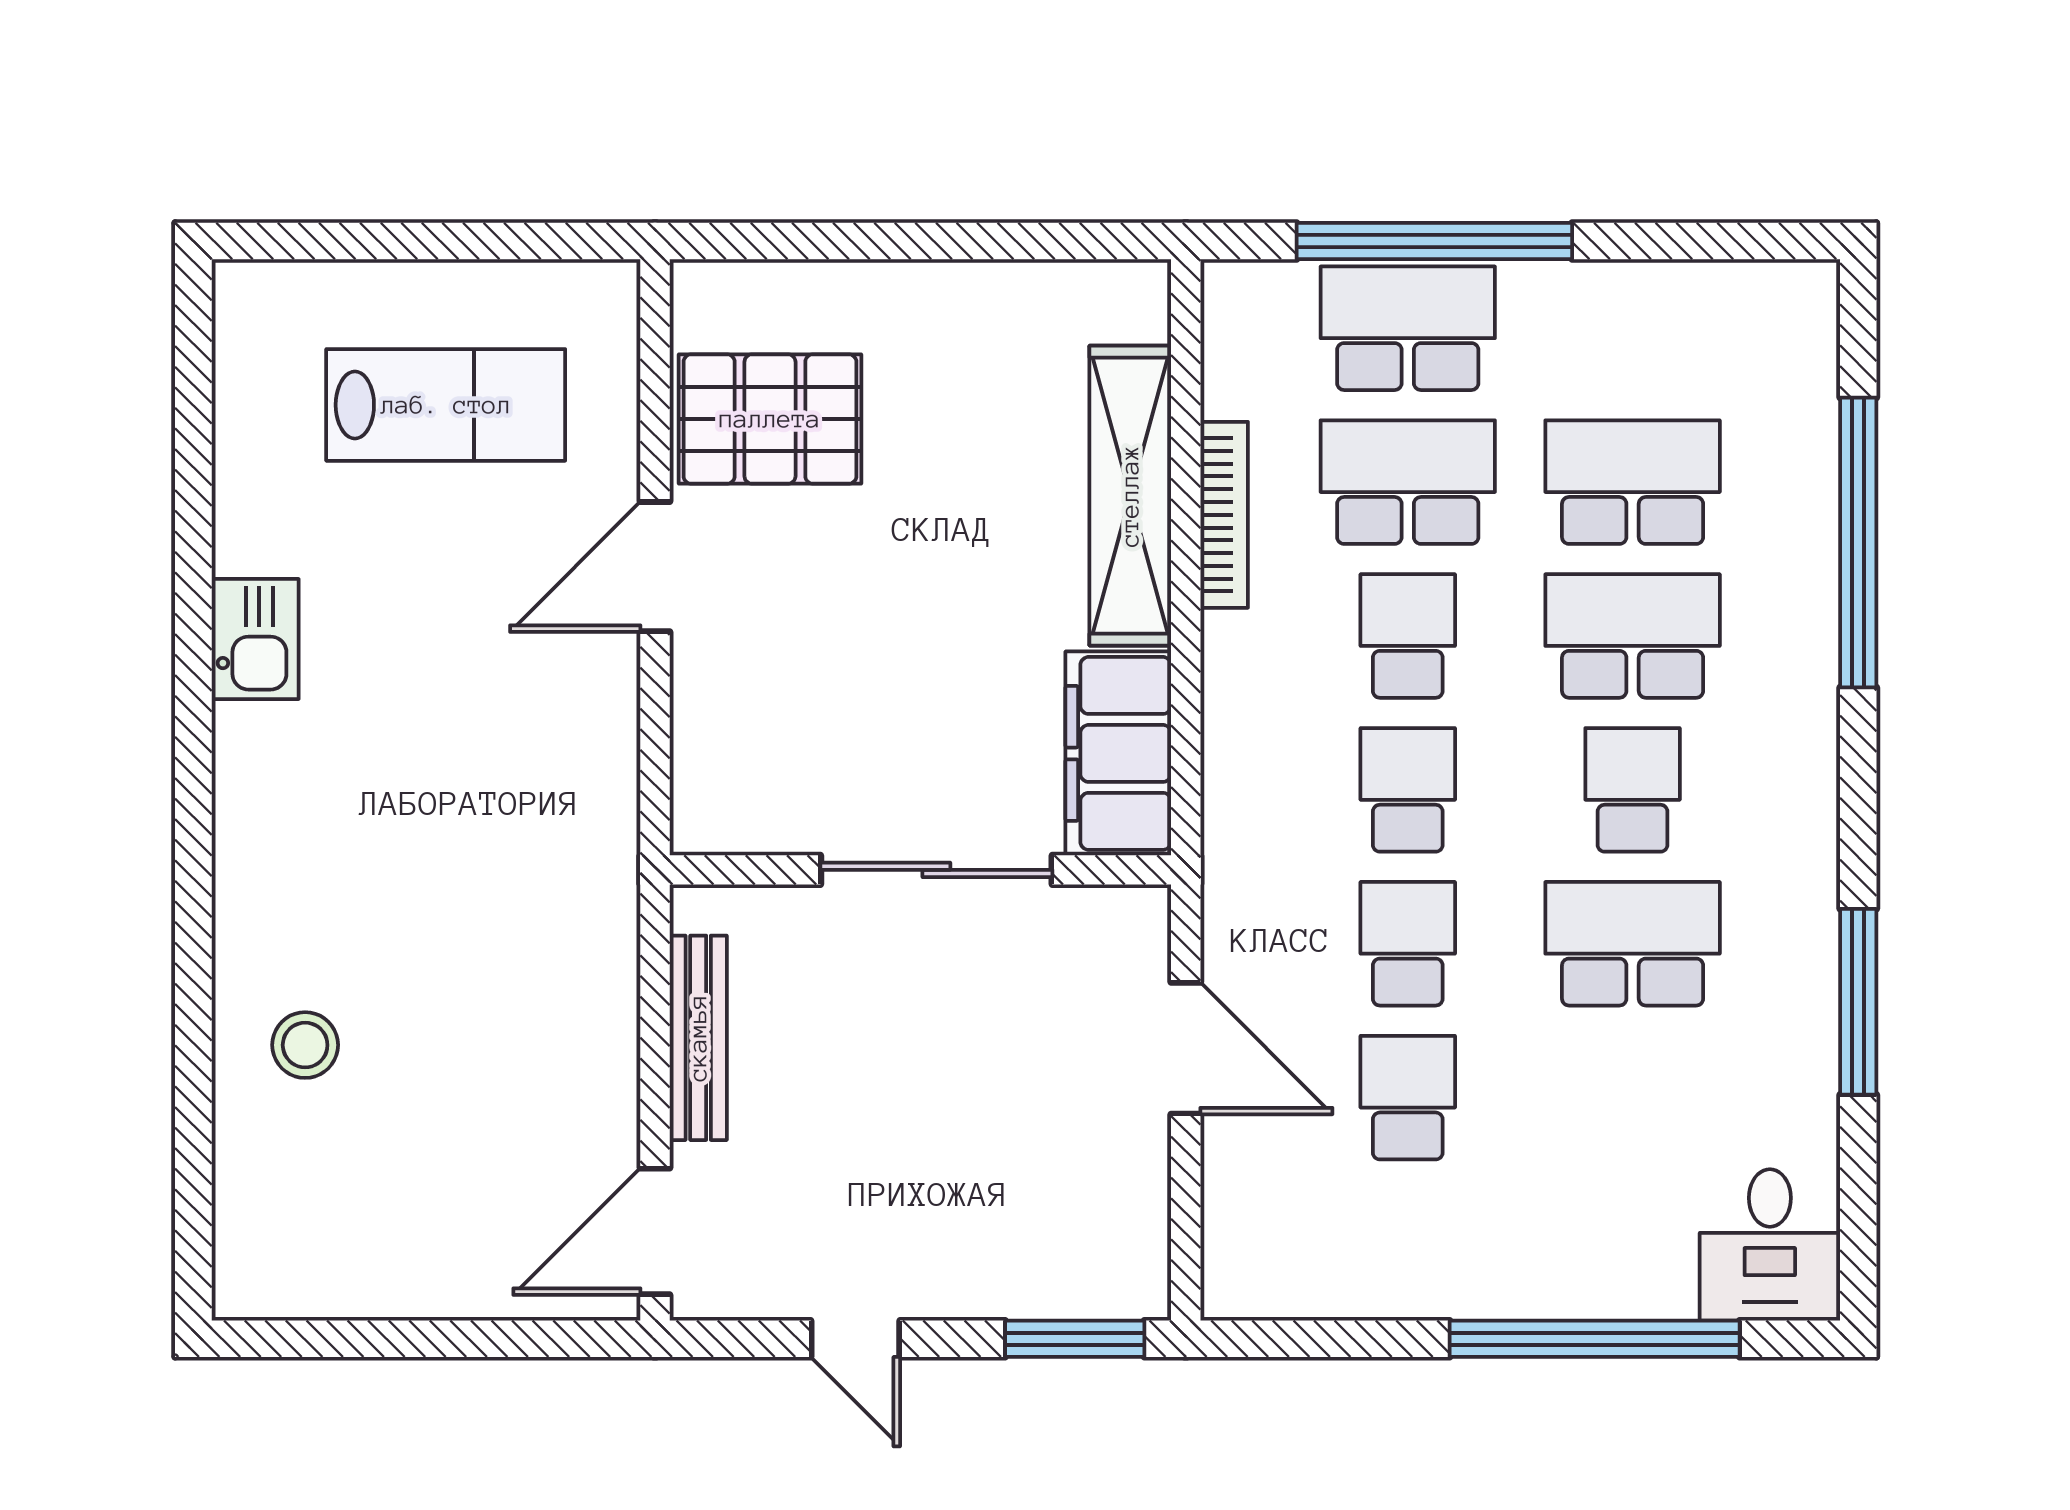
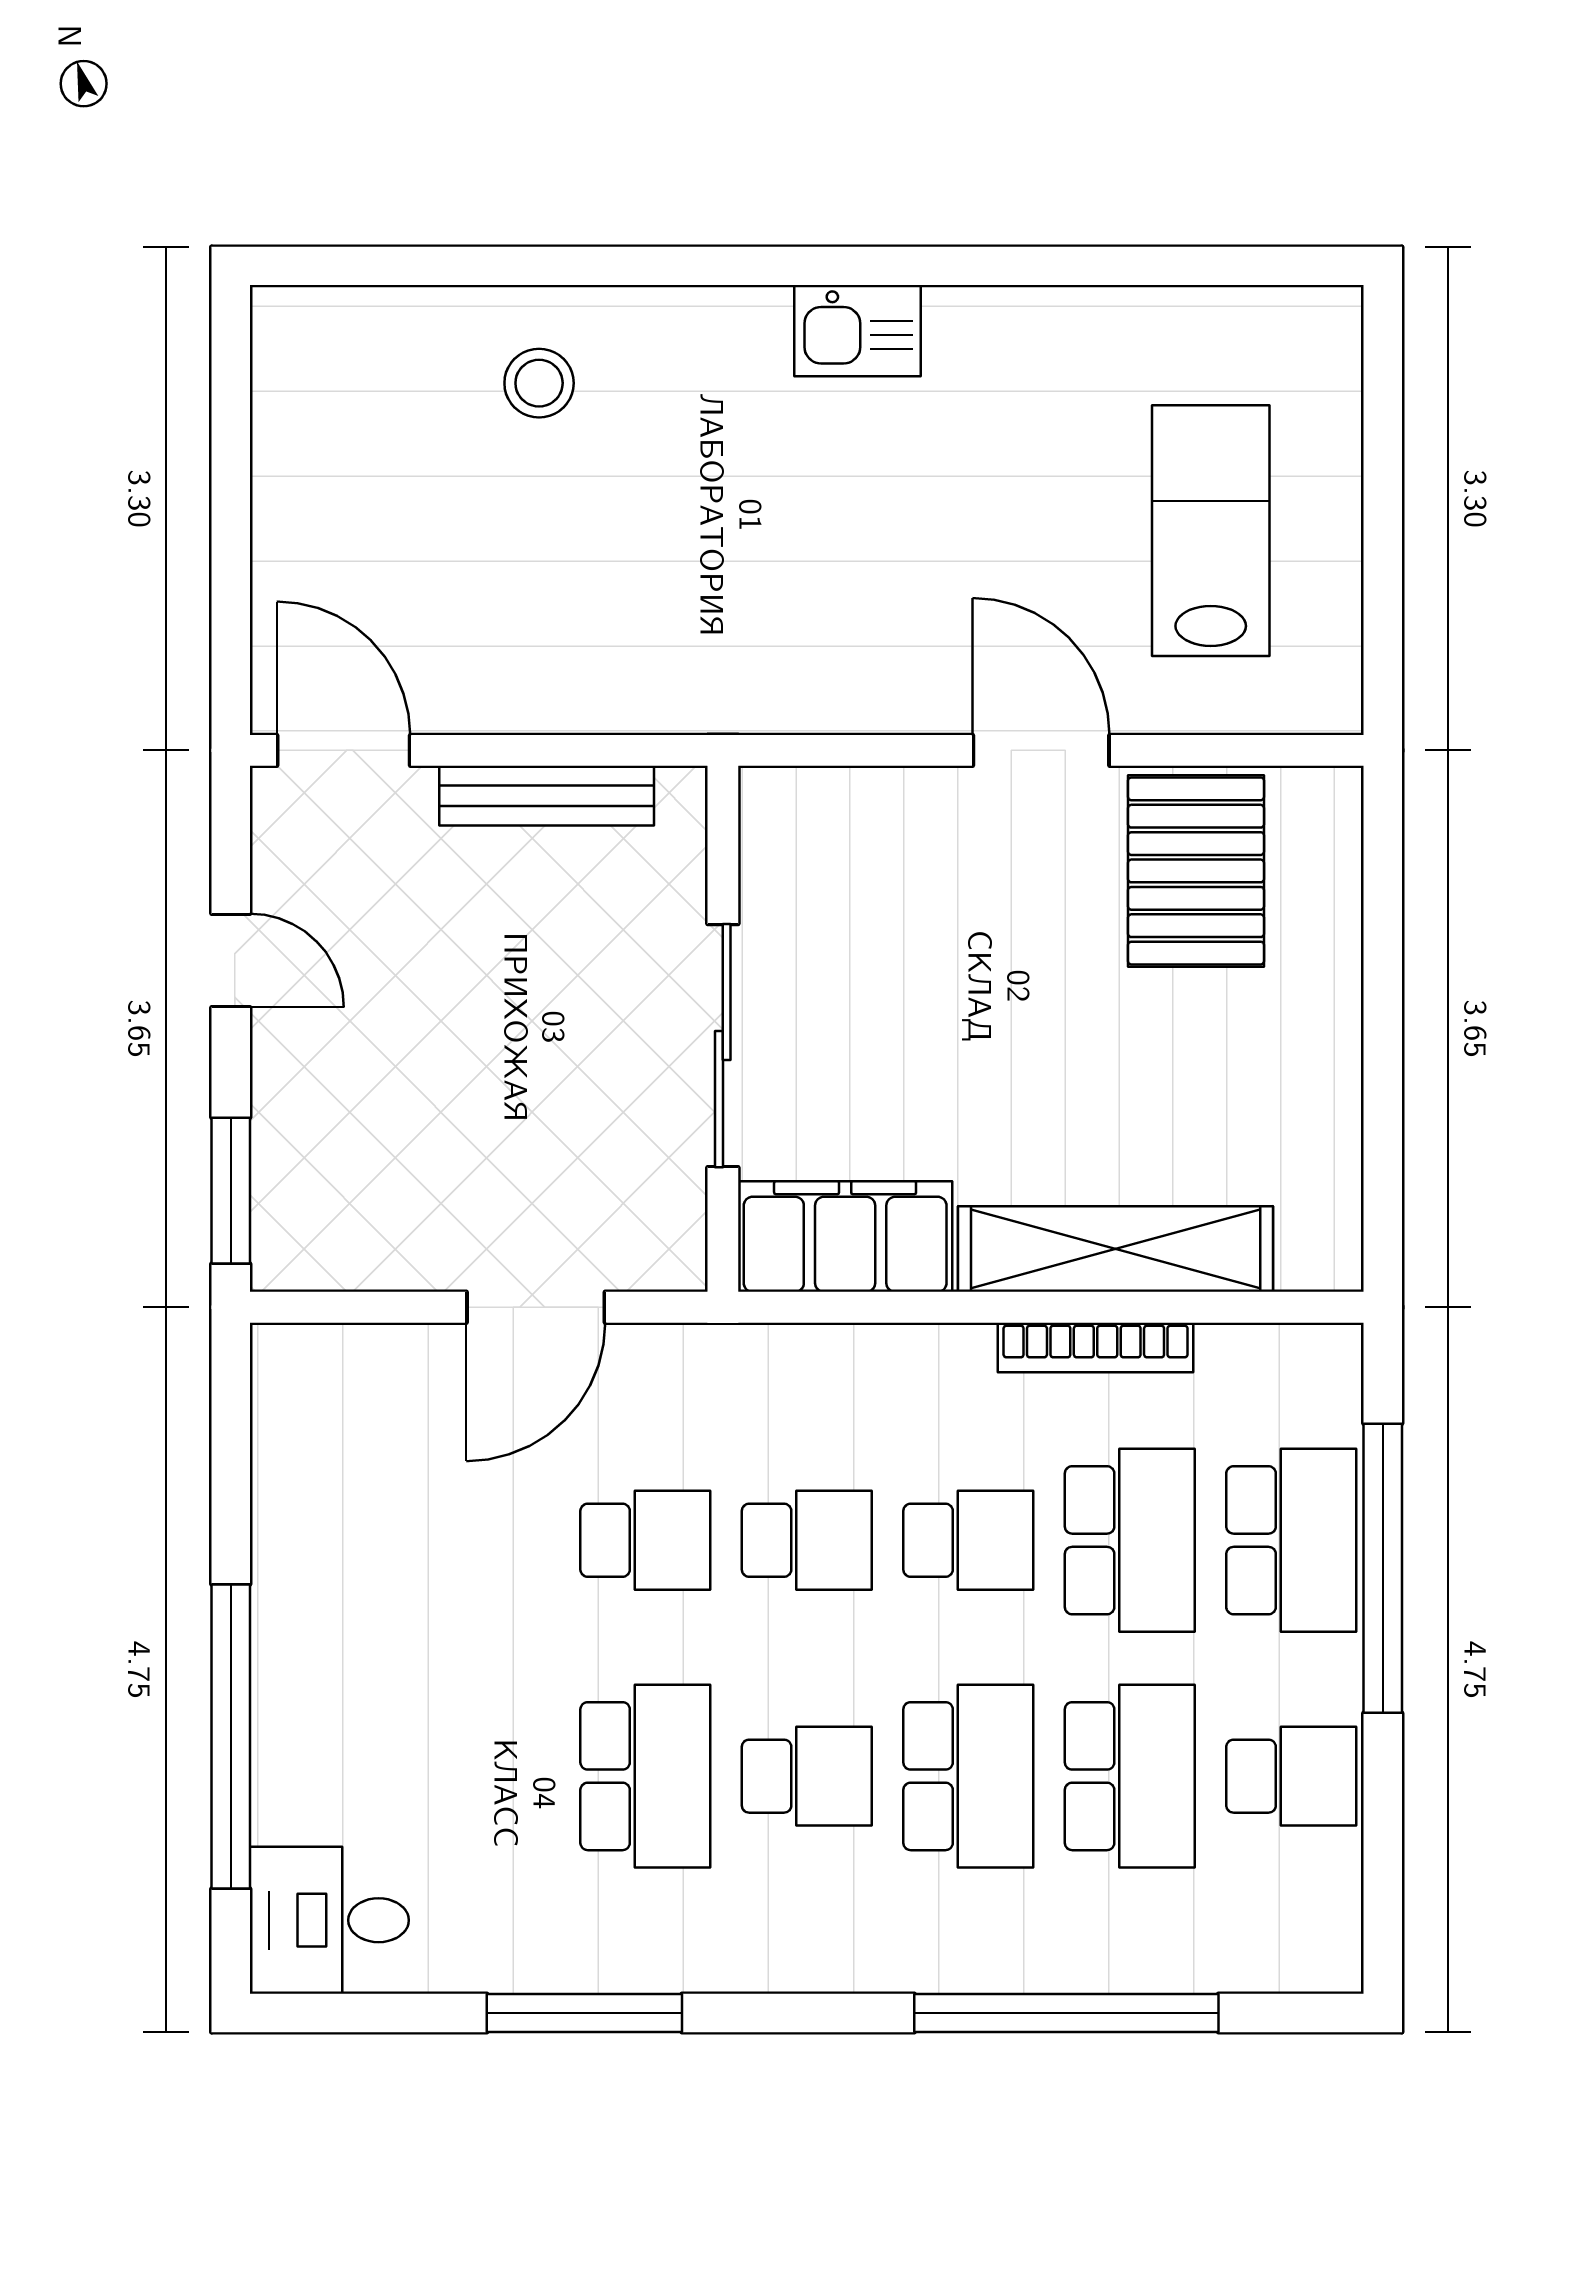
lab bench: (446, 405) -> (1211, 531), turned 180
kitchen sink: (255, 639) -> (858, 331), moved
school desk: (1408, 1098) -> (1291, 1776), moved
door: (855, 1339) -> (231, 960), swing flipped

